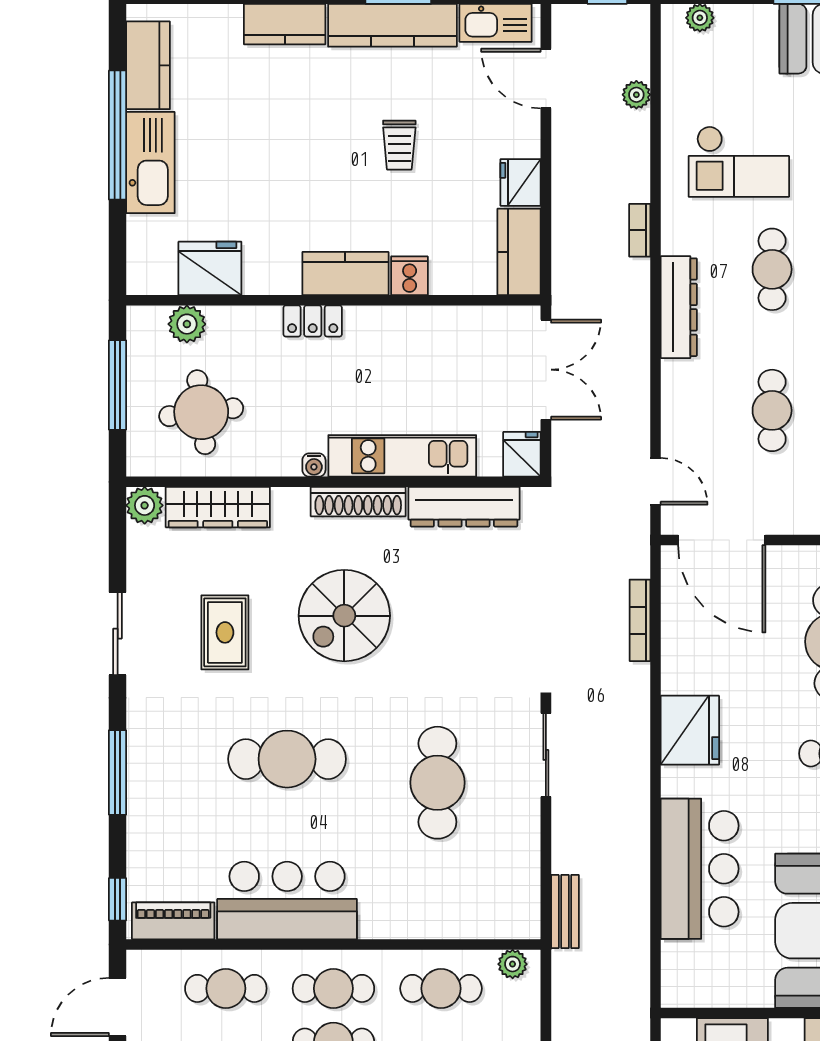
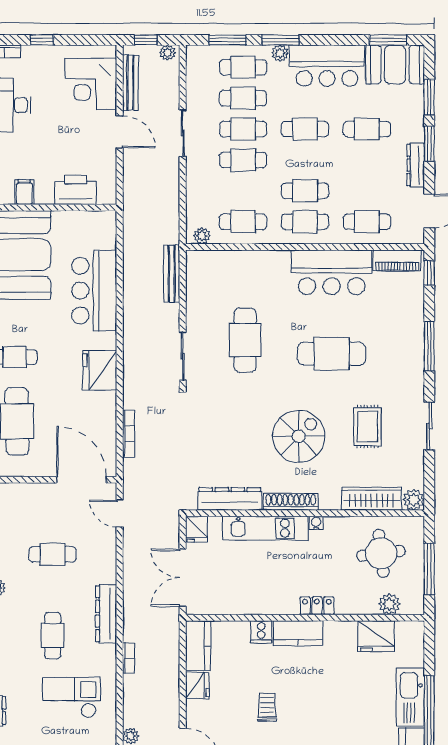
cafe table: (772, 410) -> (53, 554), turned 90
bench: (565, 911) -> (172, 274), width x1.36

